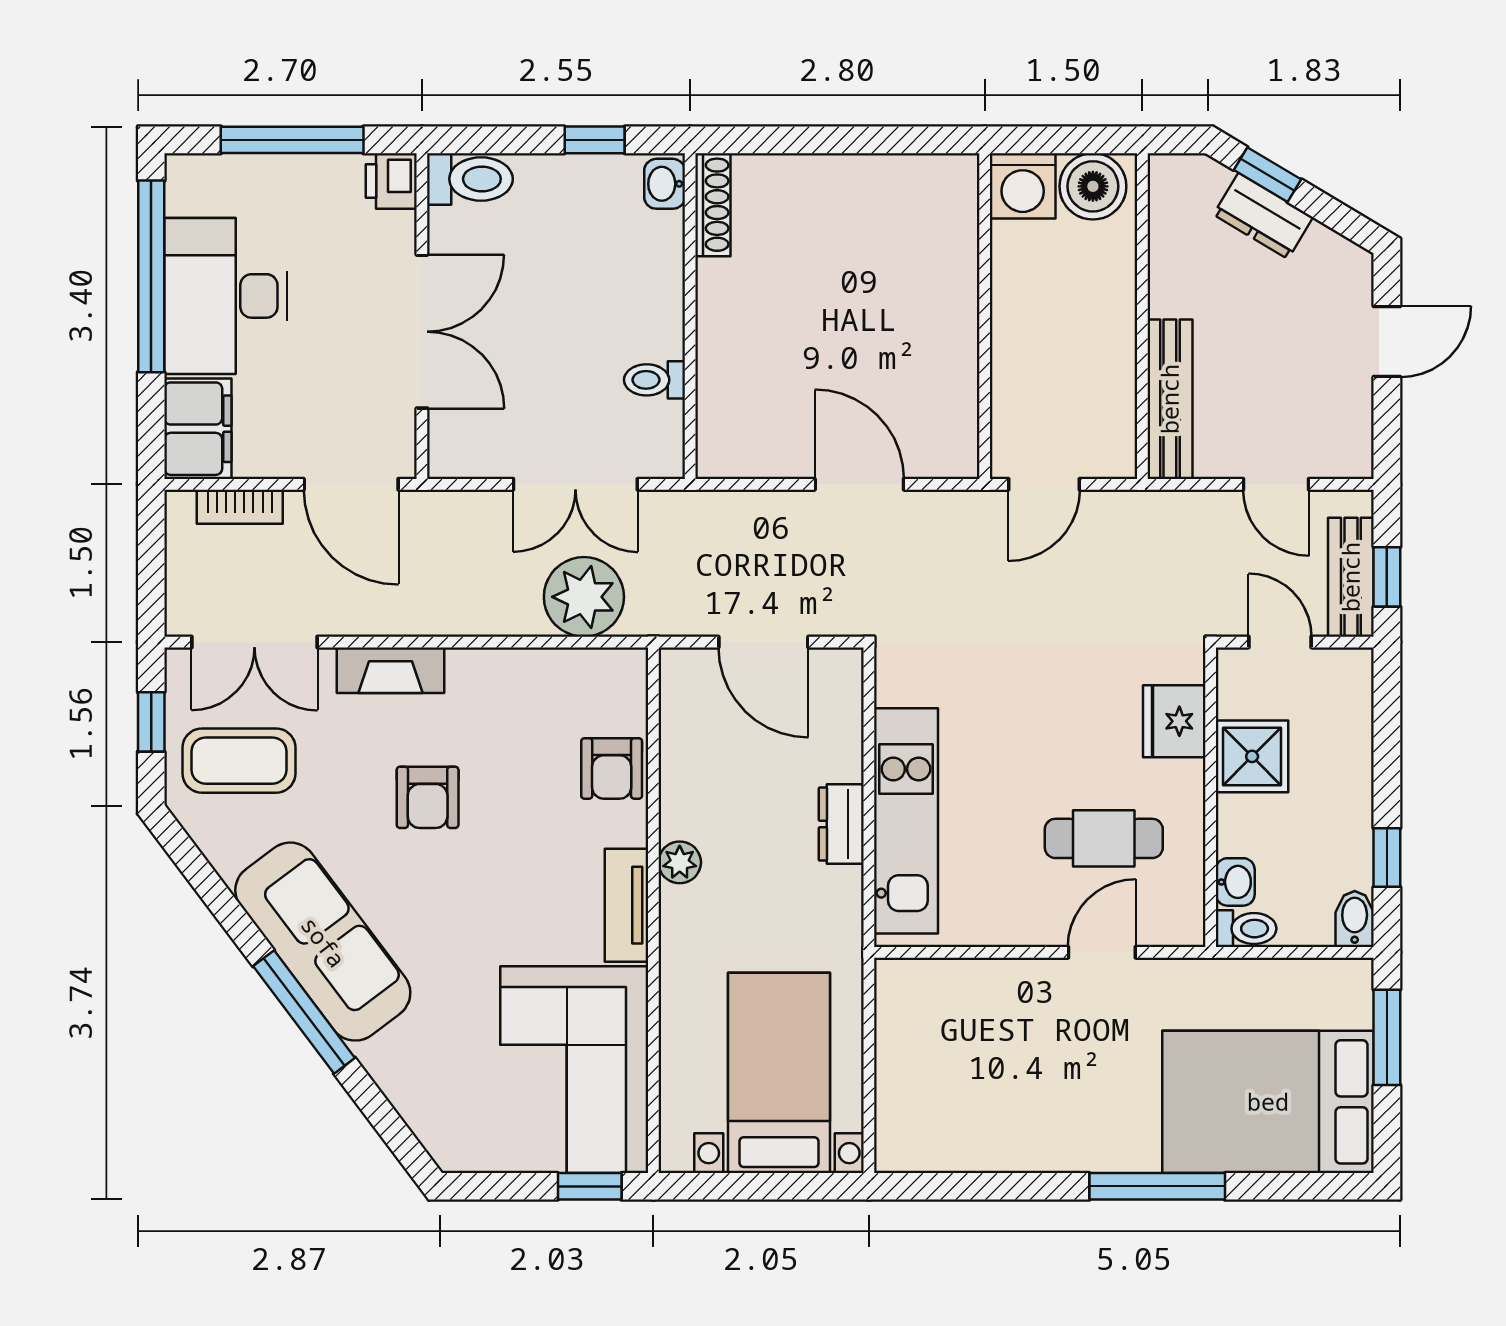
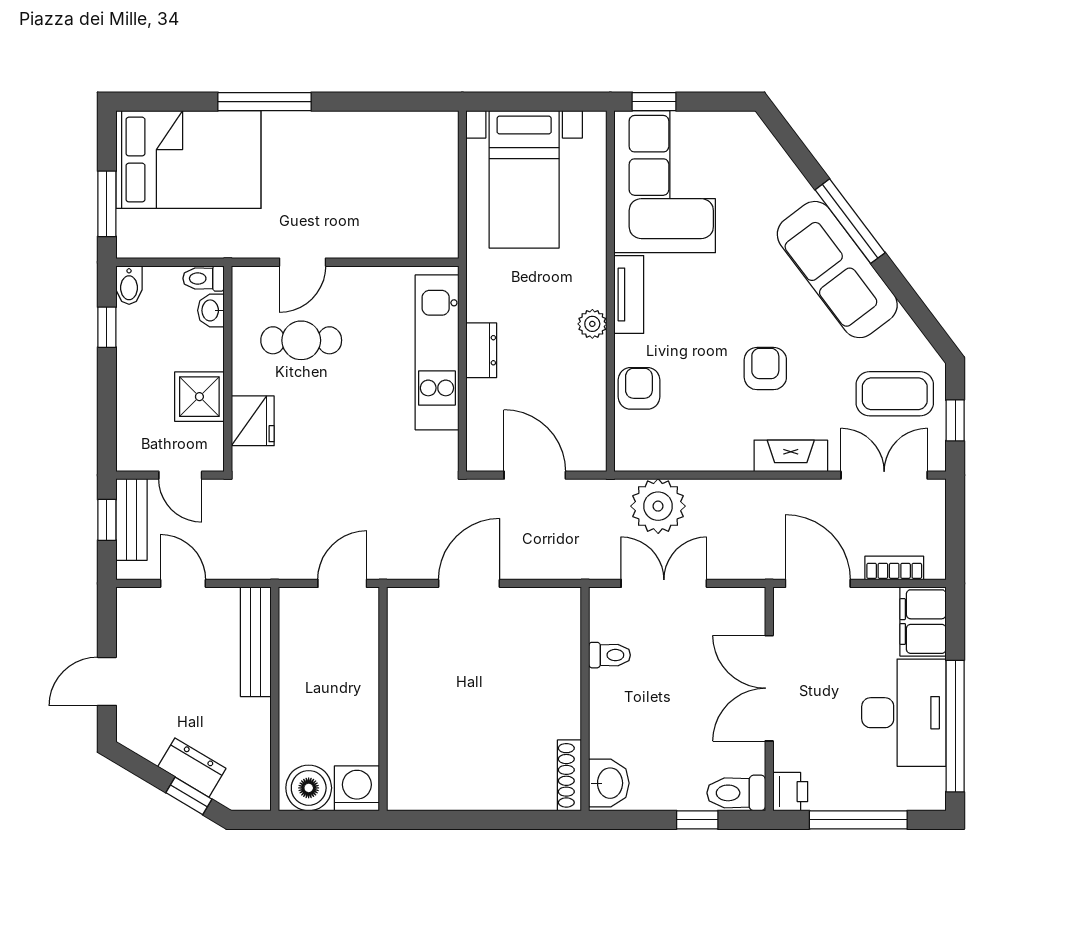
window: (595, 140) -> (697, 820), moved
washbasin: (665, 184) -> (609, 783), width x1.38, depth x1.45
door: (859, 484) -> (469, 583), swing flipped

